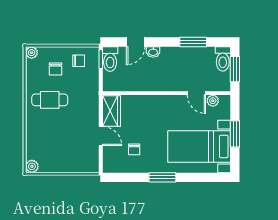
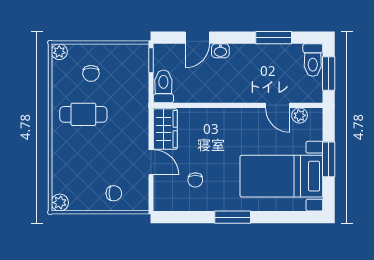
toilet: (110, 59) -> (163, 86), moved, turned 180
chair: (79, 61) -> (114, 193), moved

